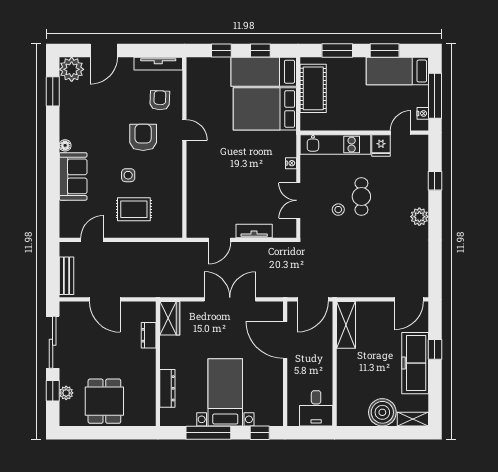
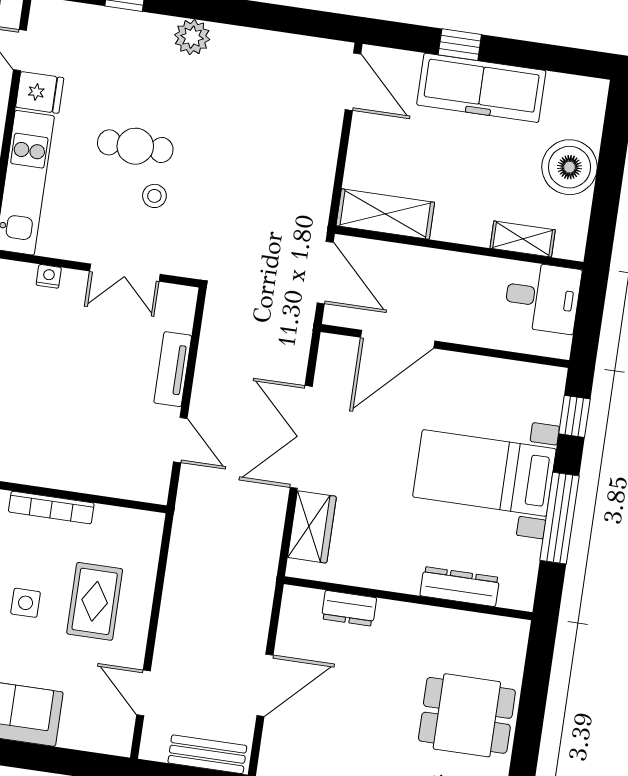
bookcase: (177, 181) -> (51, 507), added
wardrobe: (170, 318) -> (312, 527), moved, turned 90
shelving: (413, 419) -> (523, 239), moved, turned 90

